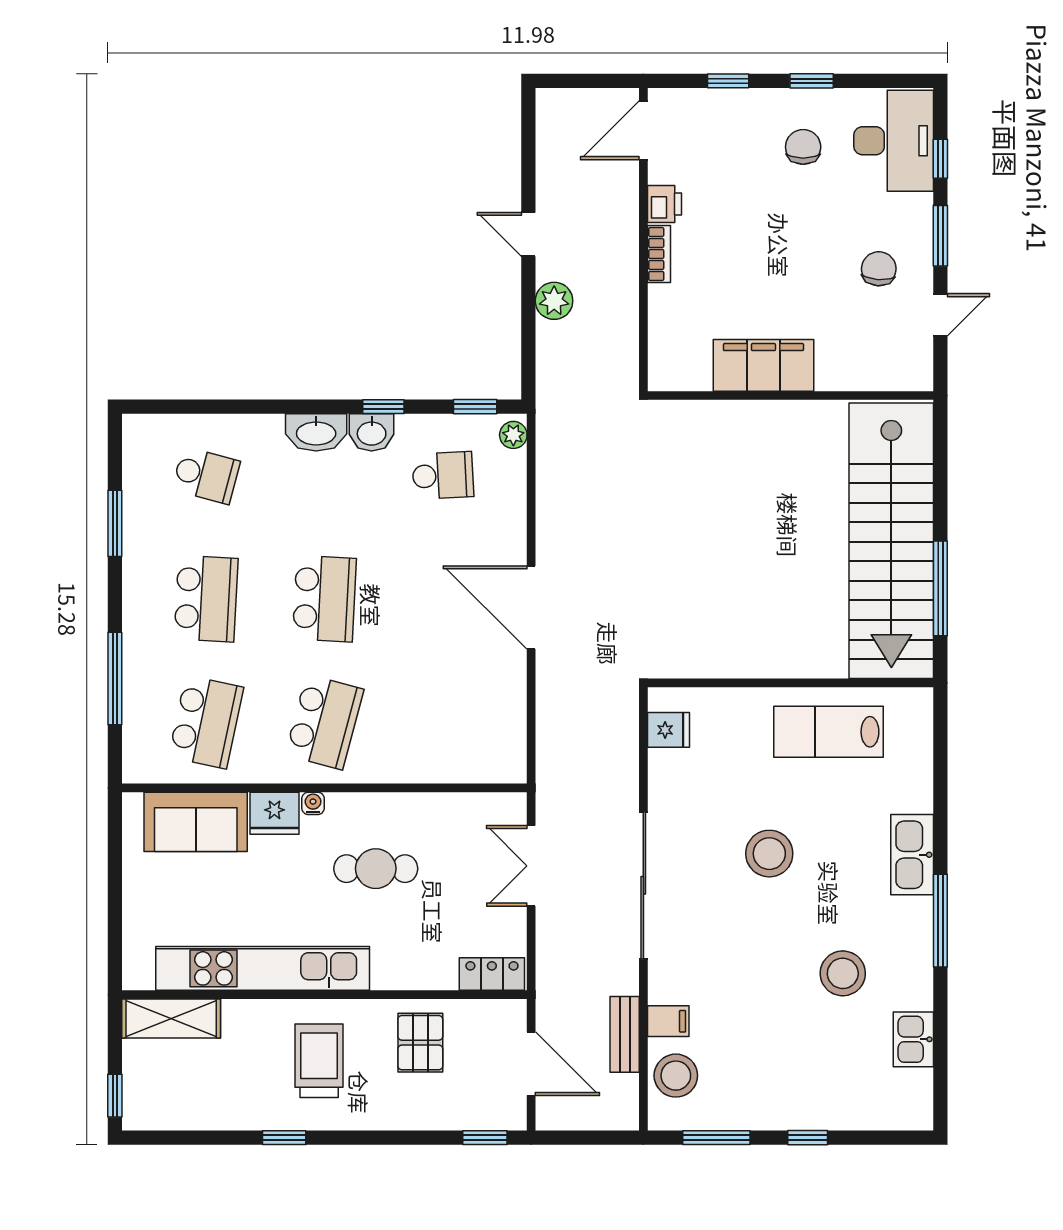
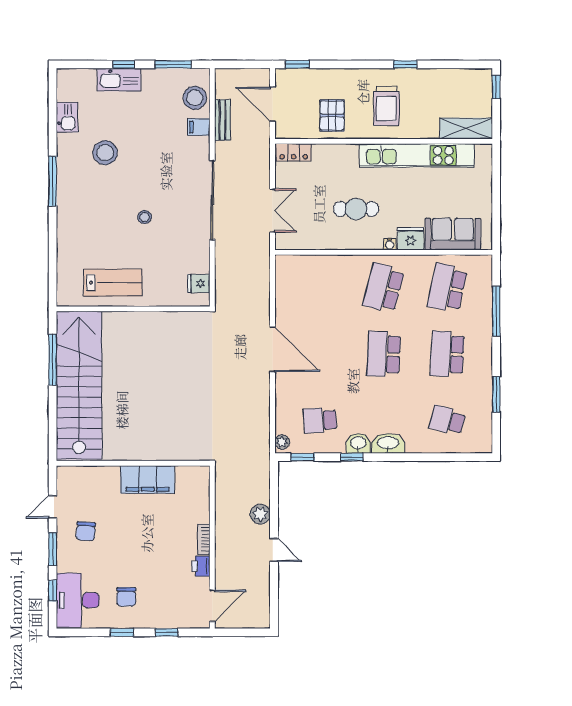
stool: (769, 854) -> (145, 217), width x0.53, depth x0.53
kitchen sink: (912, 855) -> (119, 80), moved, turned 90

